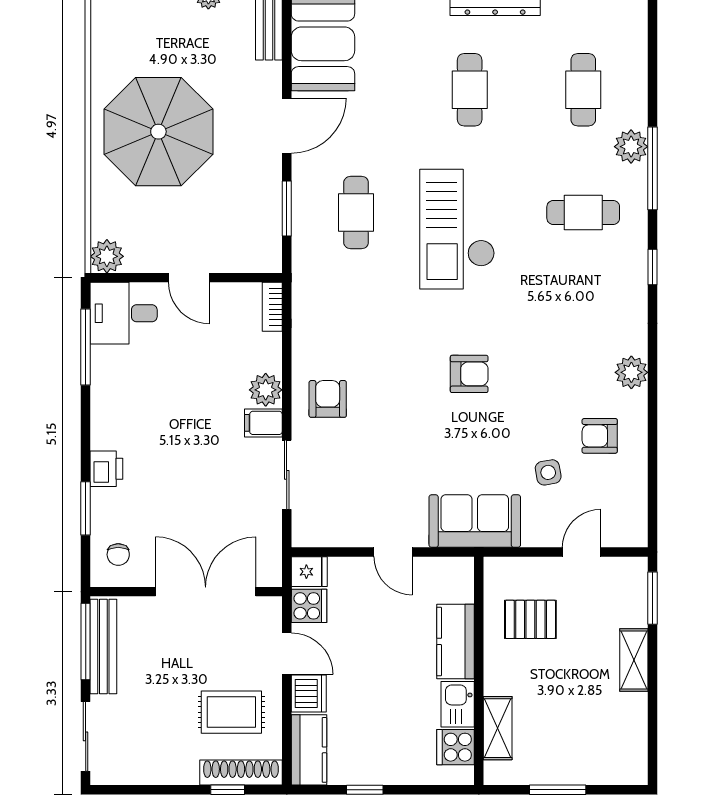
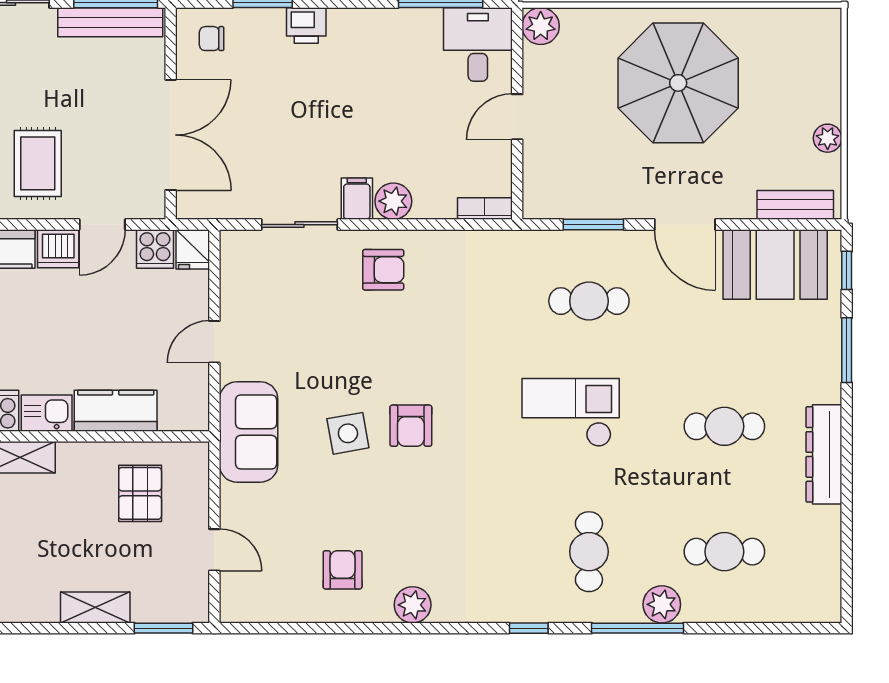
checkout: (457, 229) -> (571, 413), width x0.73, depth x0.83
side table: (548, 472) -> (348, 433), moved, width x1.37, depth x1.37

